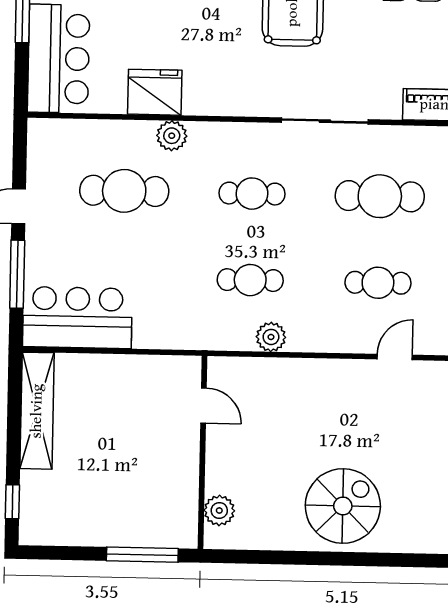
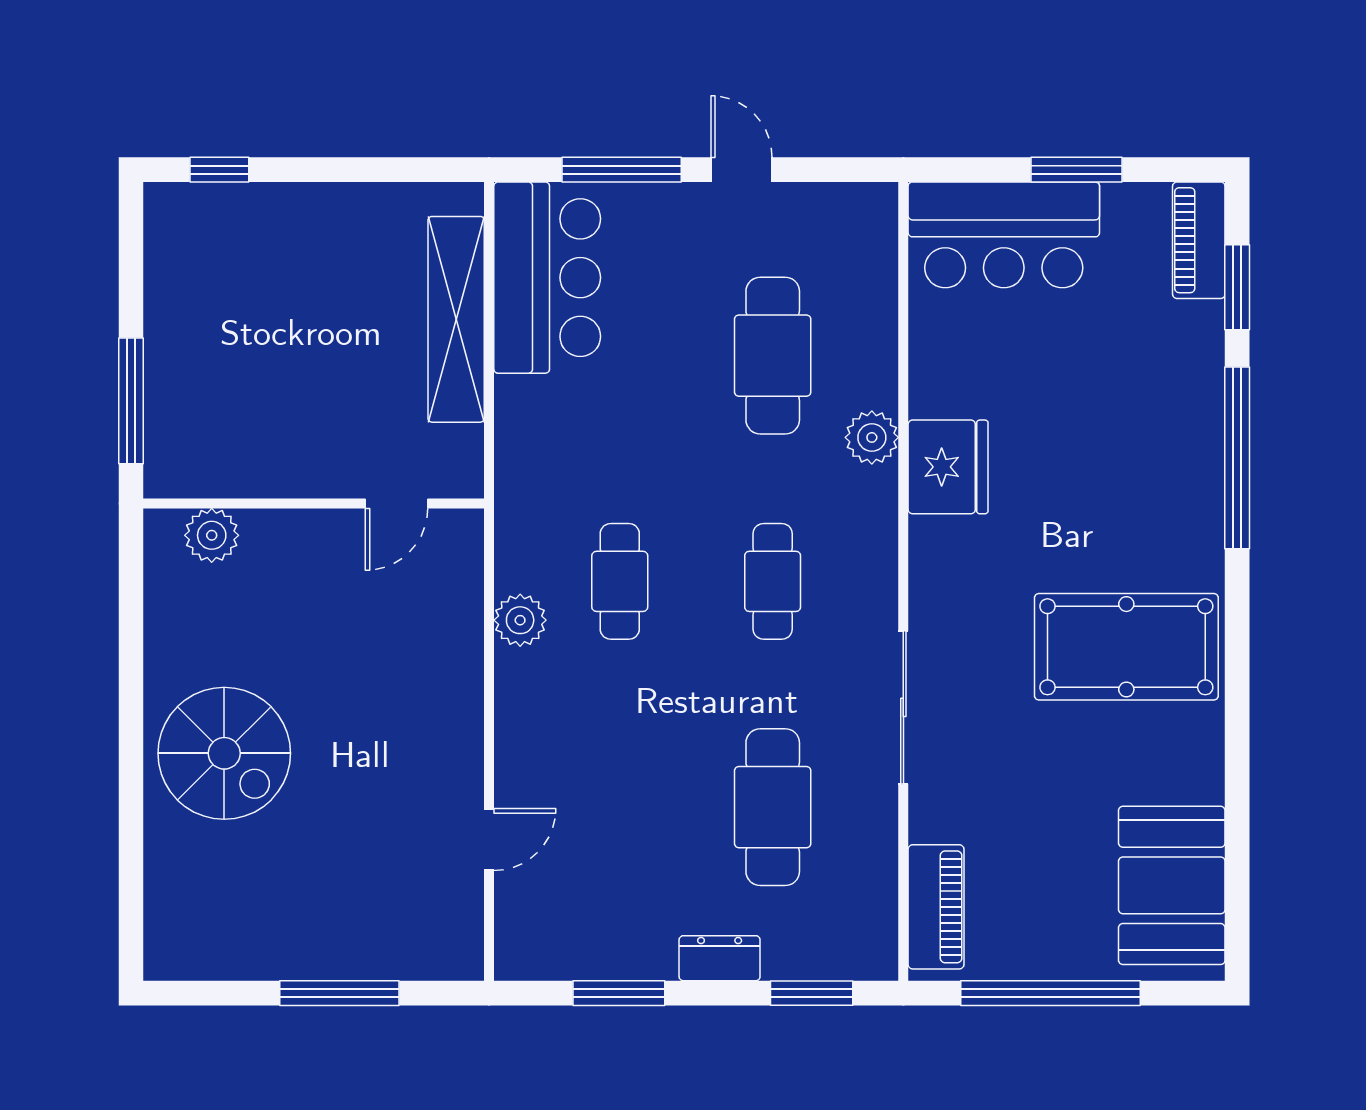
fridge: (155, 92) -> (948, 467), moved
cafe table: (378, 283) -> (620, 807), removed
door: (395, 357) -> (489, 840), hinge flipped
shelving: (37, 411) -> (456, 319), moved, turned 90

